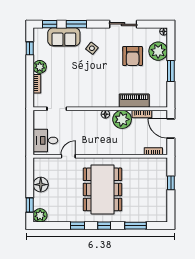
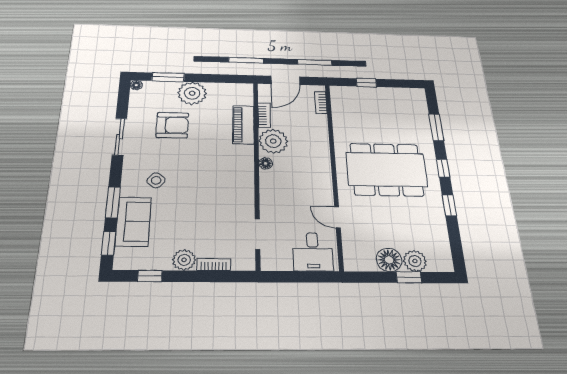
plant: (158, 51) -> (192, 93), moved
window: (171, 71) -> (168, 77), moved
window: (30, 205) -> (409, 277), moved
plant: (40, 215) -> (415, 261), moved

